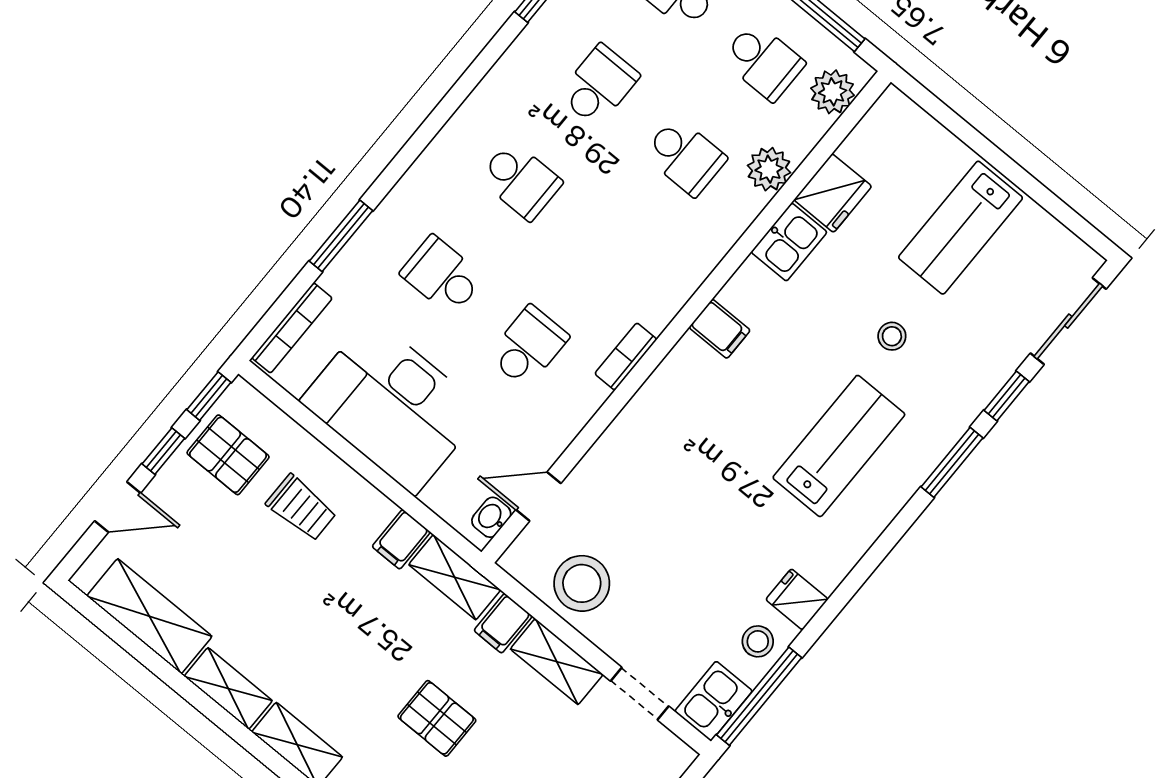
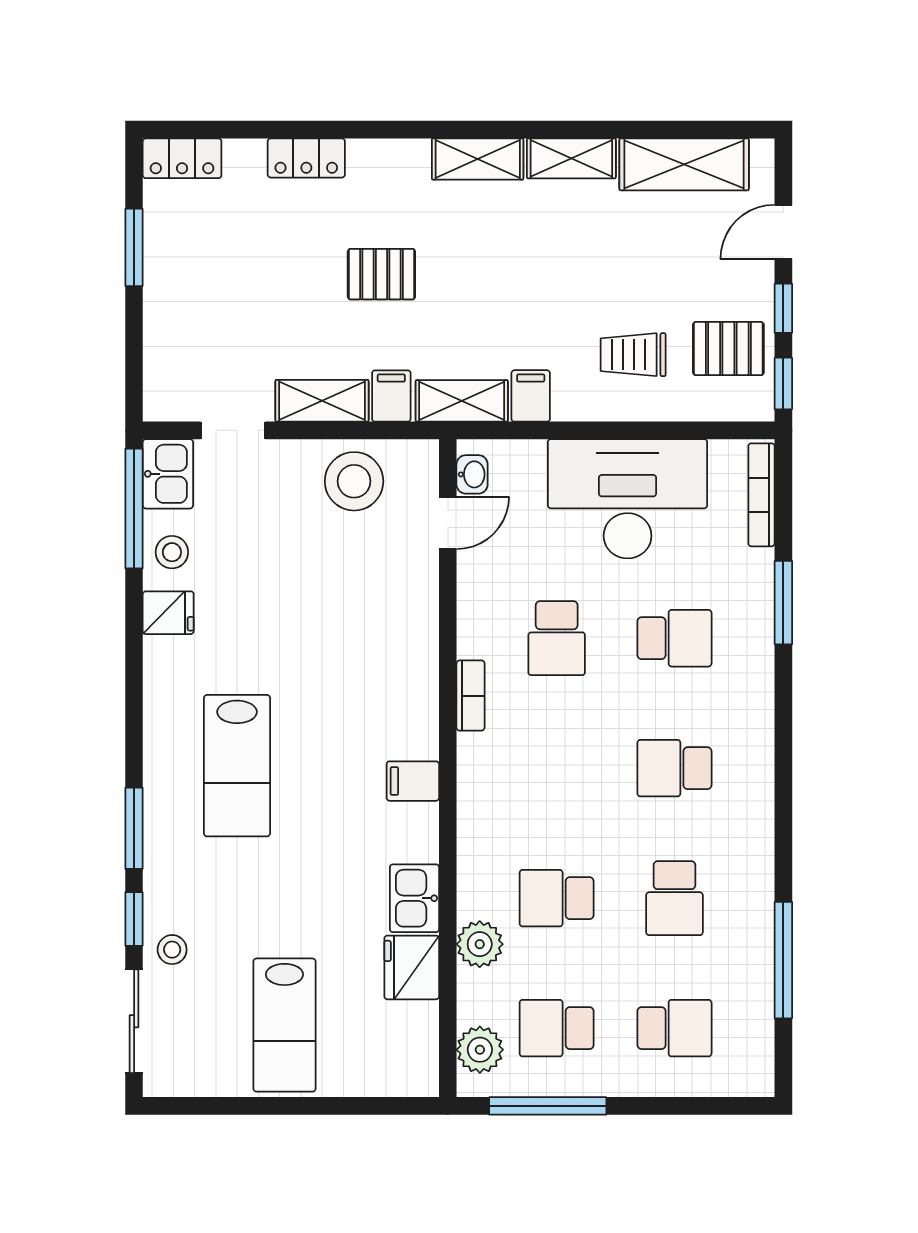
lab bench: (961, 228) -> (284, 1025), turned 180
stool: (892, 336) -> (172, 950), moved

